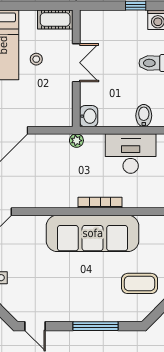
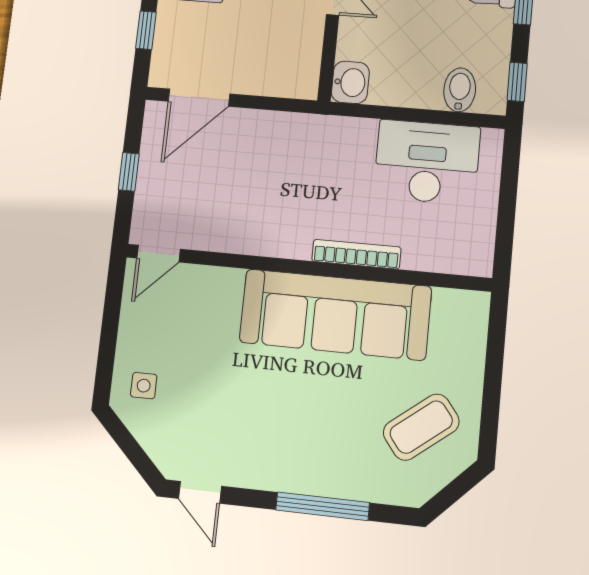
plant: (76, 141) -> (322, 128), removed
coffee table: (139, 283) -> (421, 427), turned -38

